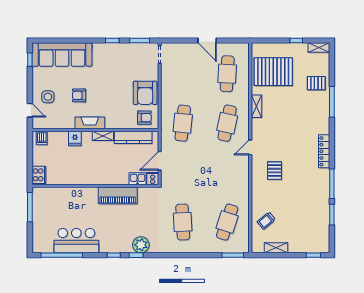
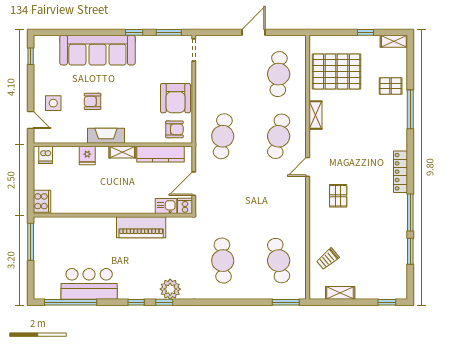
door: (207, 41) -> (253, 32), swing flipped
sofa: (62, 55) -> (97, 50), moved
cafe table: (227, 222) -> (279, 261), turned -30

